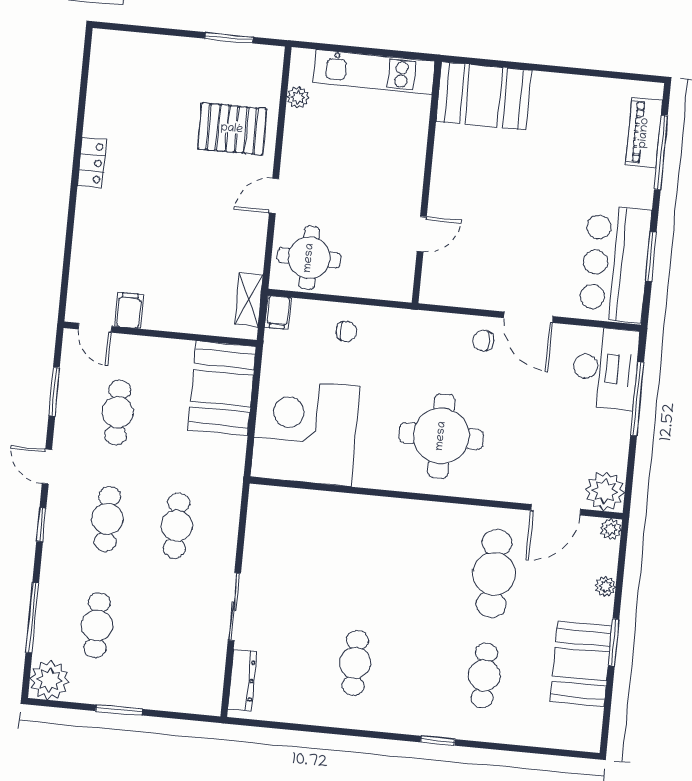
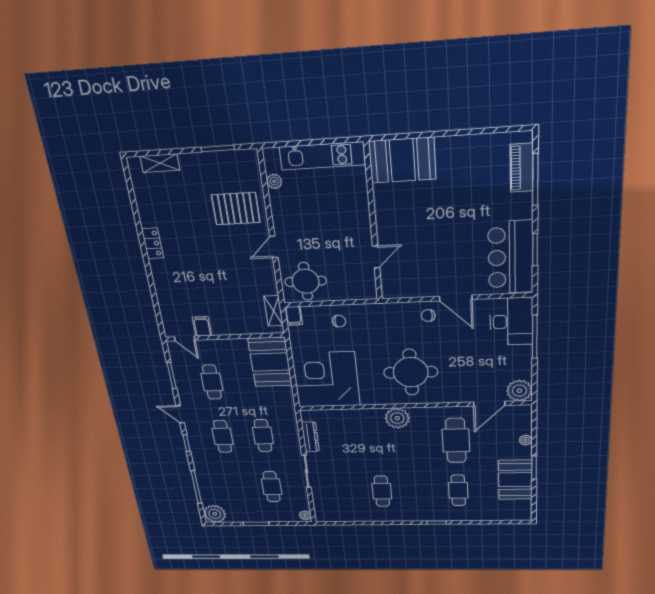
shelving: (140, 45) -> (160, 163), added
plant: (611, 529) -> (397, 418), moved, width x1.88, depth x1.88
cafe table: (97, 625) -> (272, 487), moved
dresser: (242, 680) -> (310, 437), moved
plant: (211, 701) -> (305, 515), added

